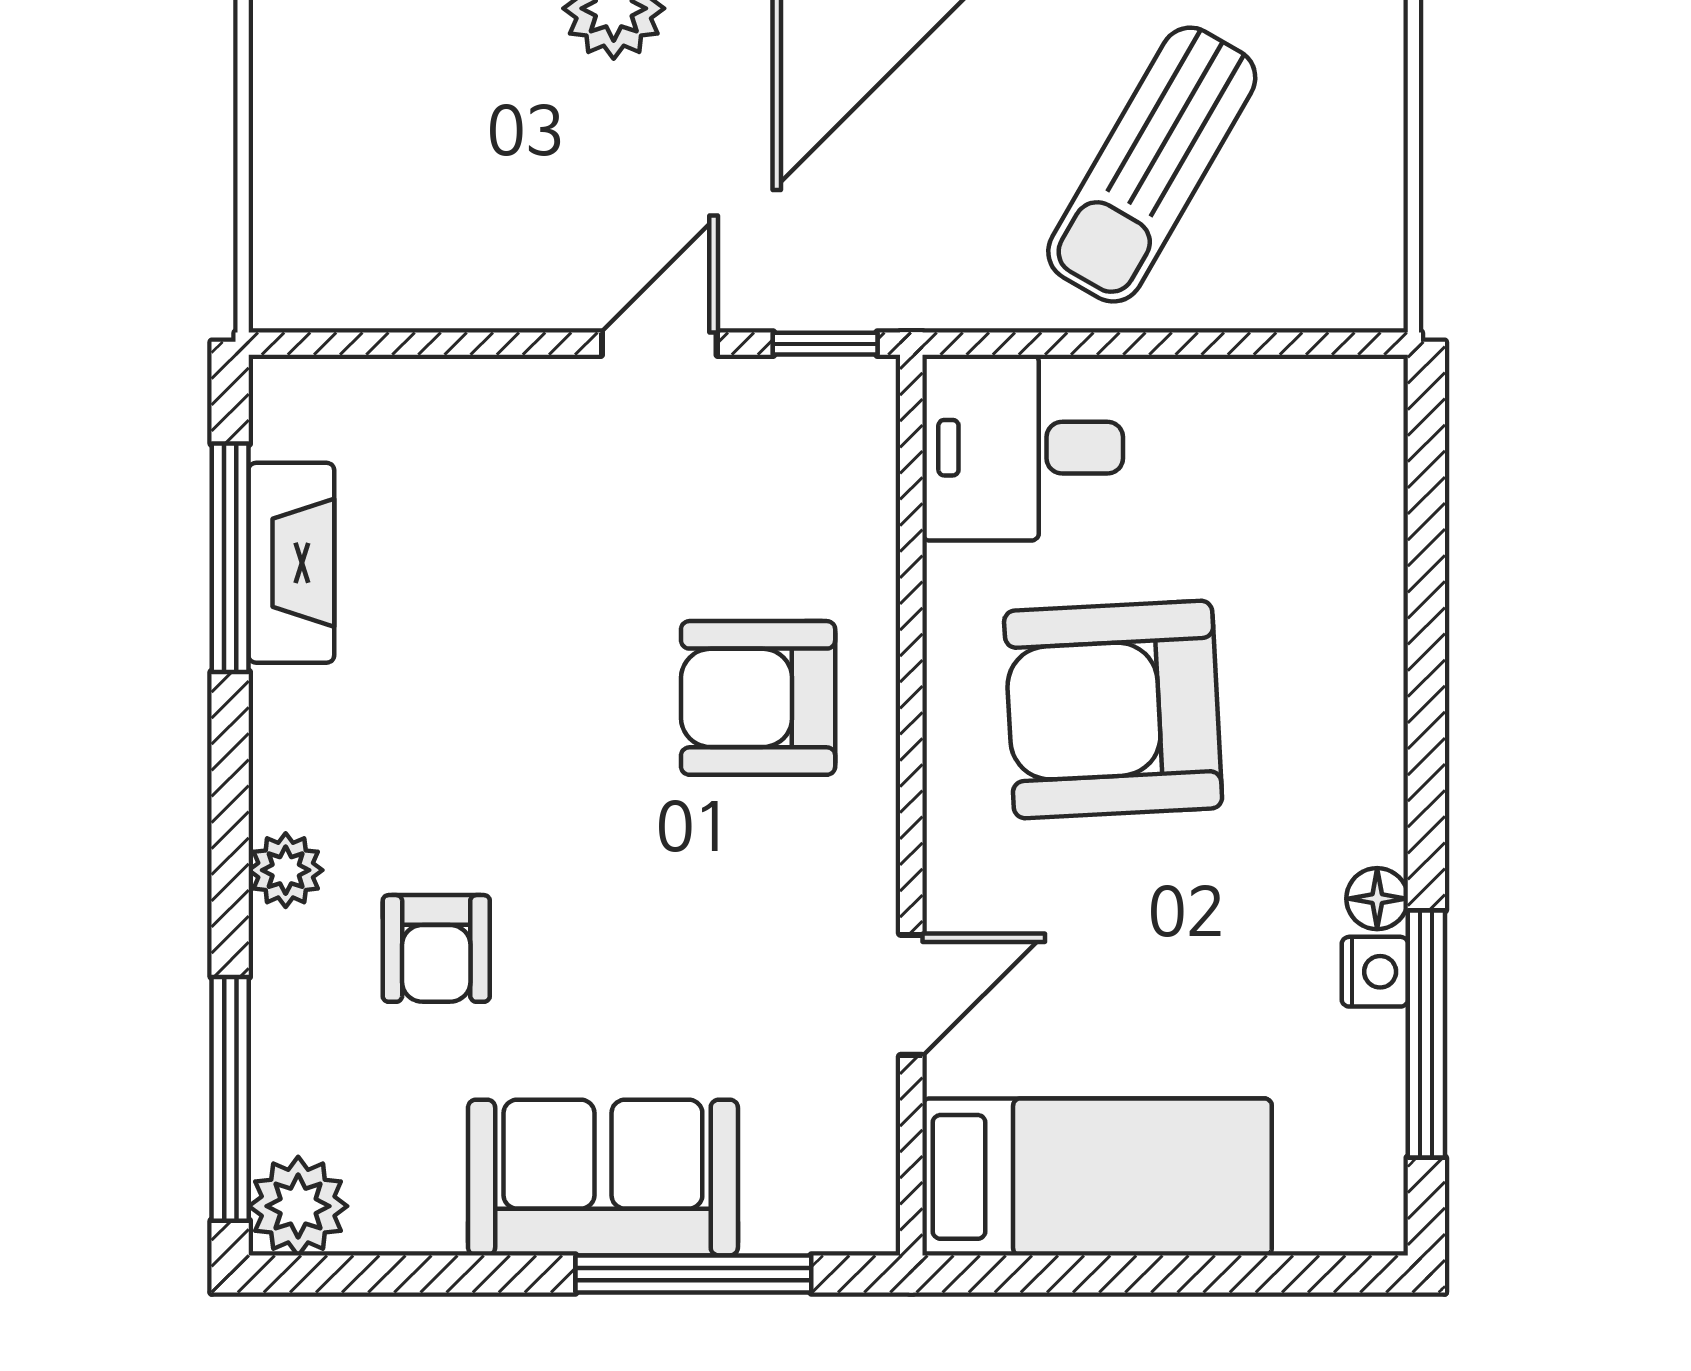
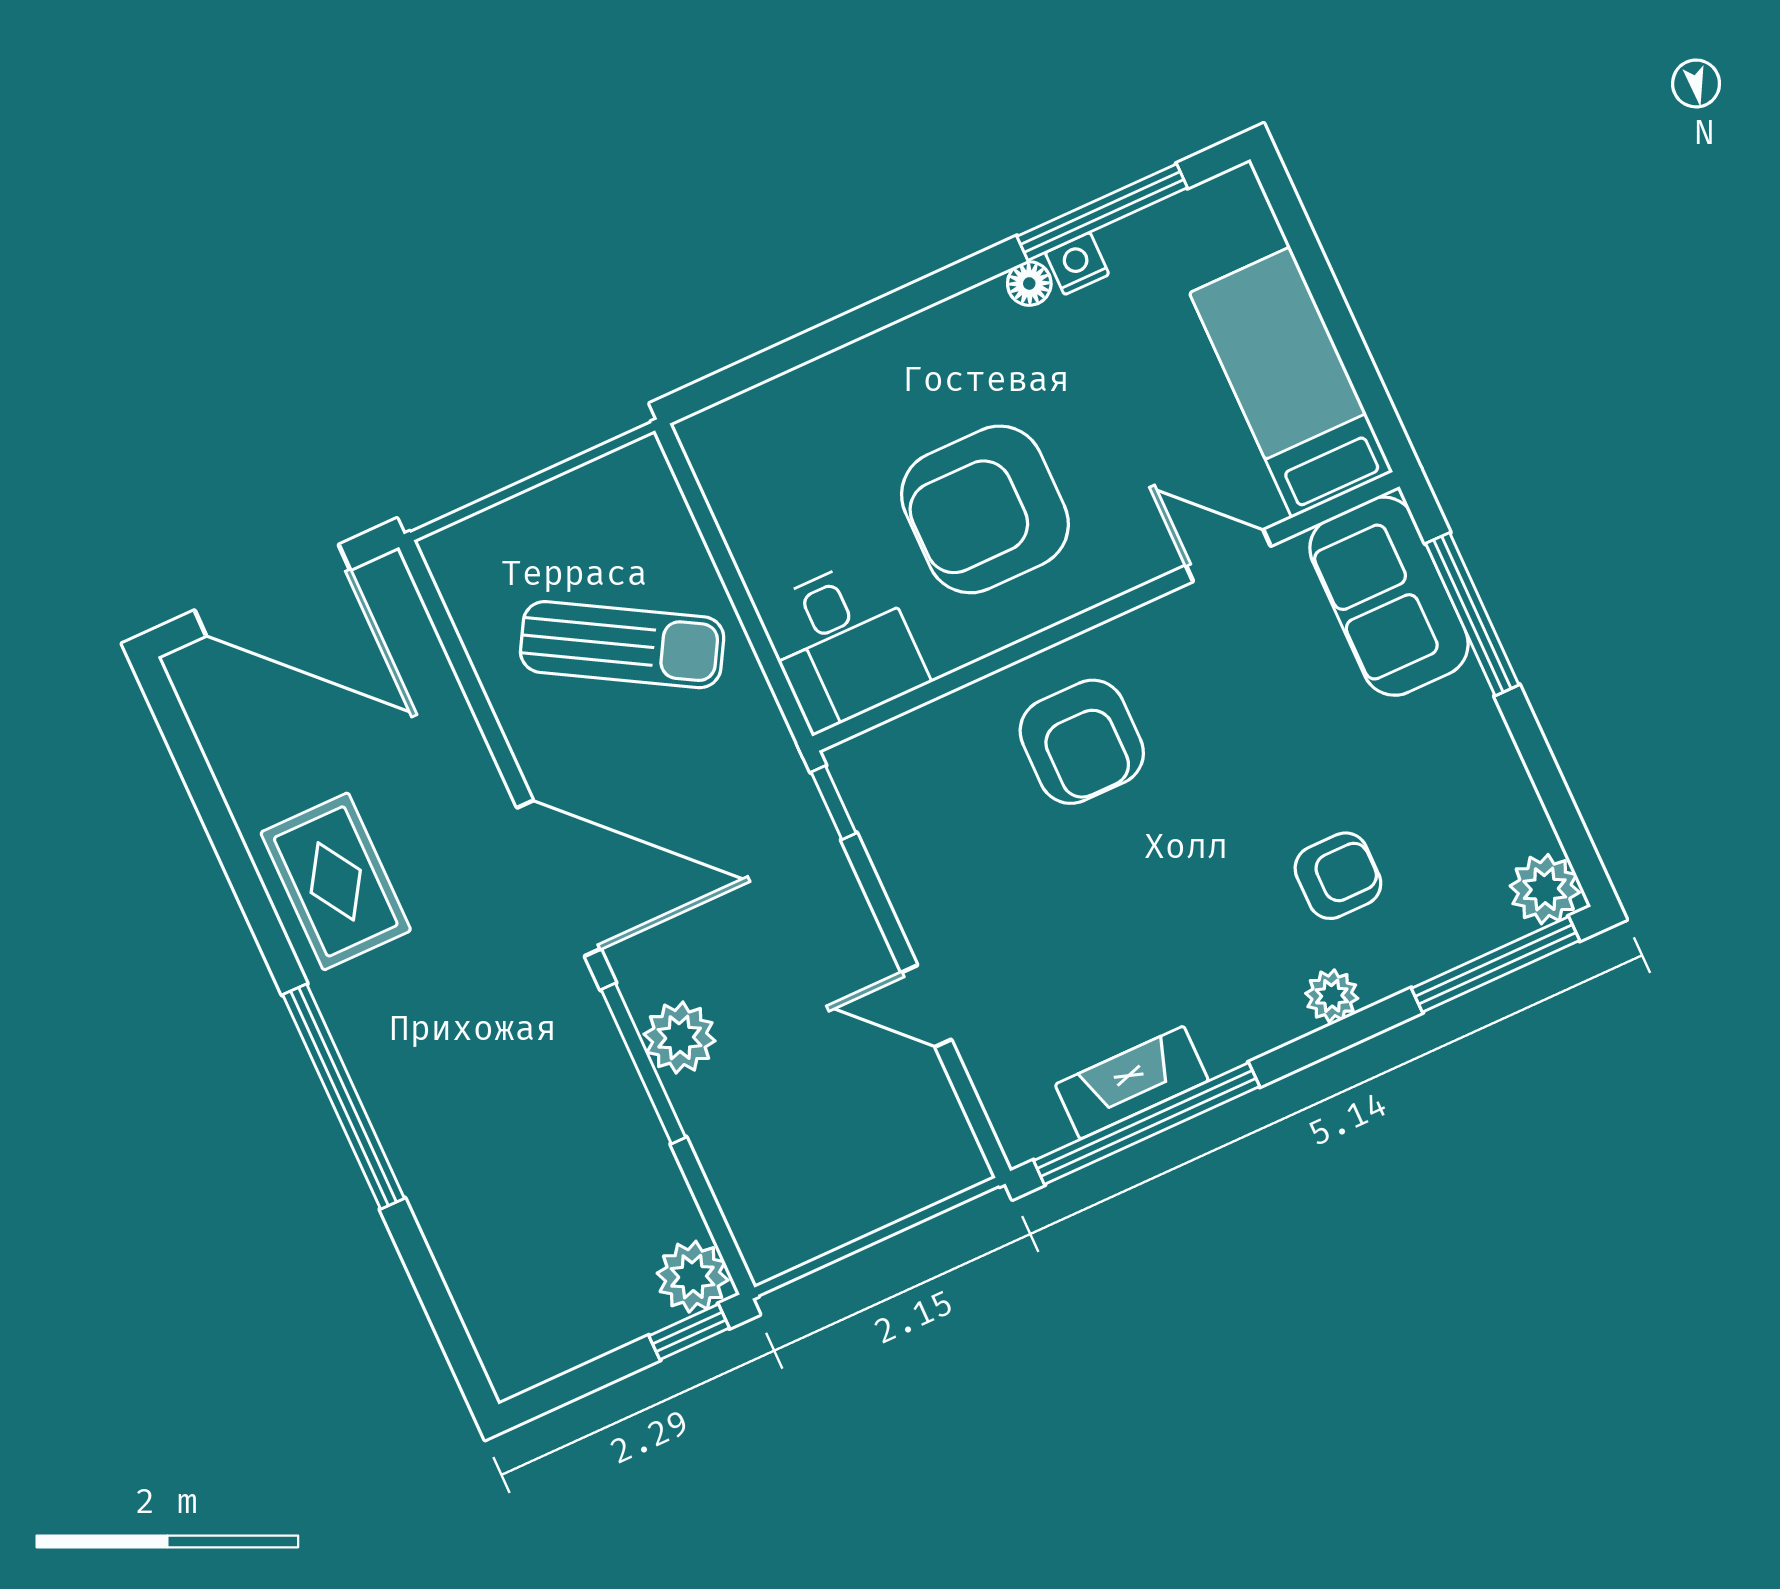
door: (659, 344) -> (926, 1006), moved
window: (230, 558) -> (1147, 1123), width x1.46
armchair: (1113, 710) -> (985, 509), turned 93
sofa: (603, 1178) -> (1389, 596), moved

